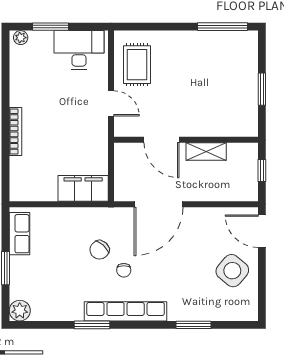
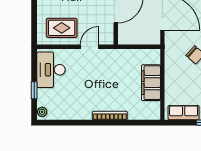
window: (51, 27) -> (34, 90), width x0.67
filing cabinet: (83, 188) -> (151, 83), moved

